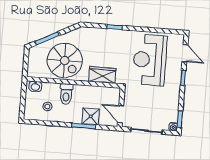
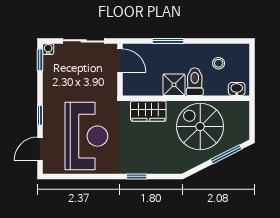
door: (185, 53) -> (40, 149), hinge flipped
shower: (91, 116) -> (174, 85), moved

